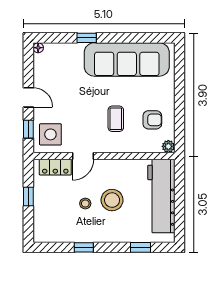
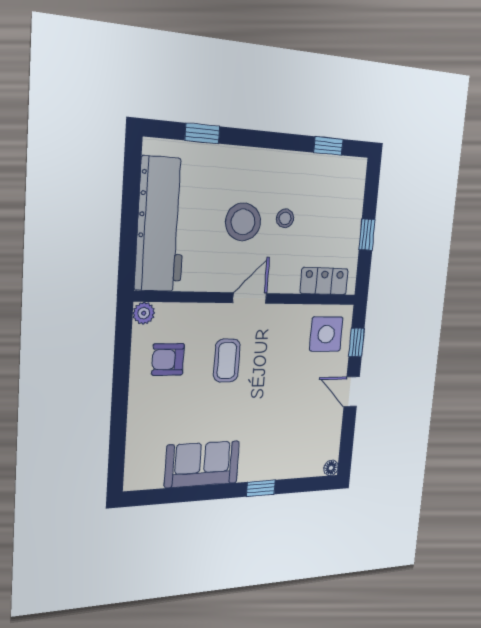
sofa: (127, 59) -> (202, 464), width x0.54, depth x0.79
door: (83, 156) -> (250, 298), moved
window: (84, 247) -> (328, 146), moved

